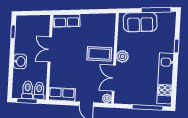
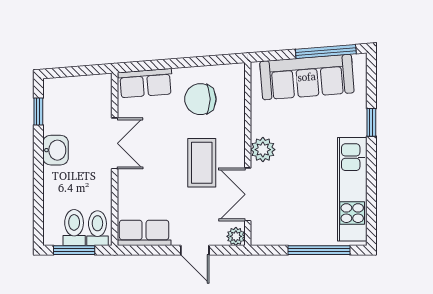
sofa: (140, 22) -> (307, 77), width x1.36
chair: (93, 30) -> (200, 99), added
double door: (50, 50) -> (115, 143), swing flipped
coffee table: (99, 54) -> (202, 163), moved, turned 90
washbasin: (20, 61) -> (56, 150), moved

